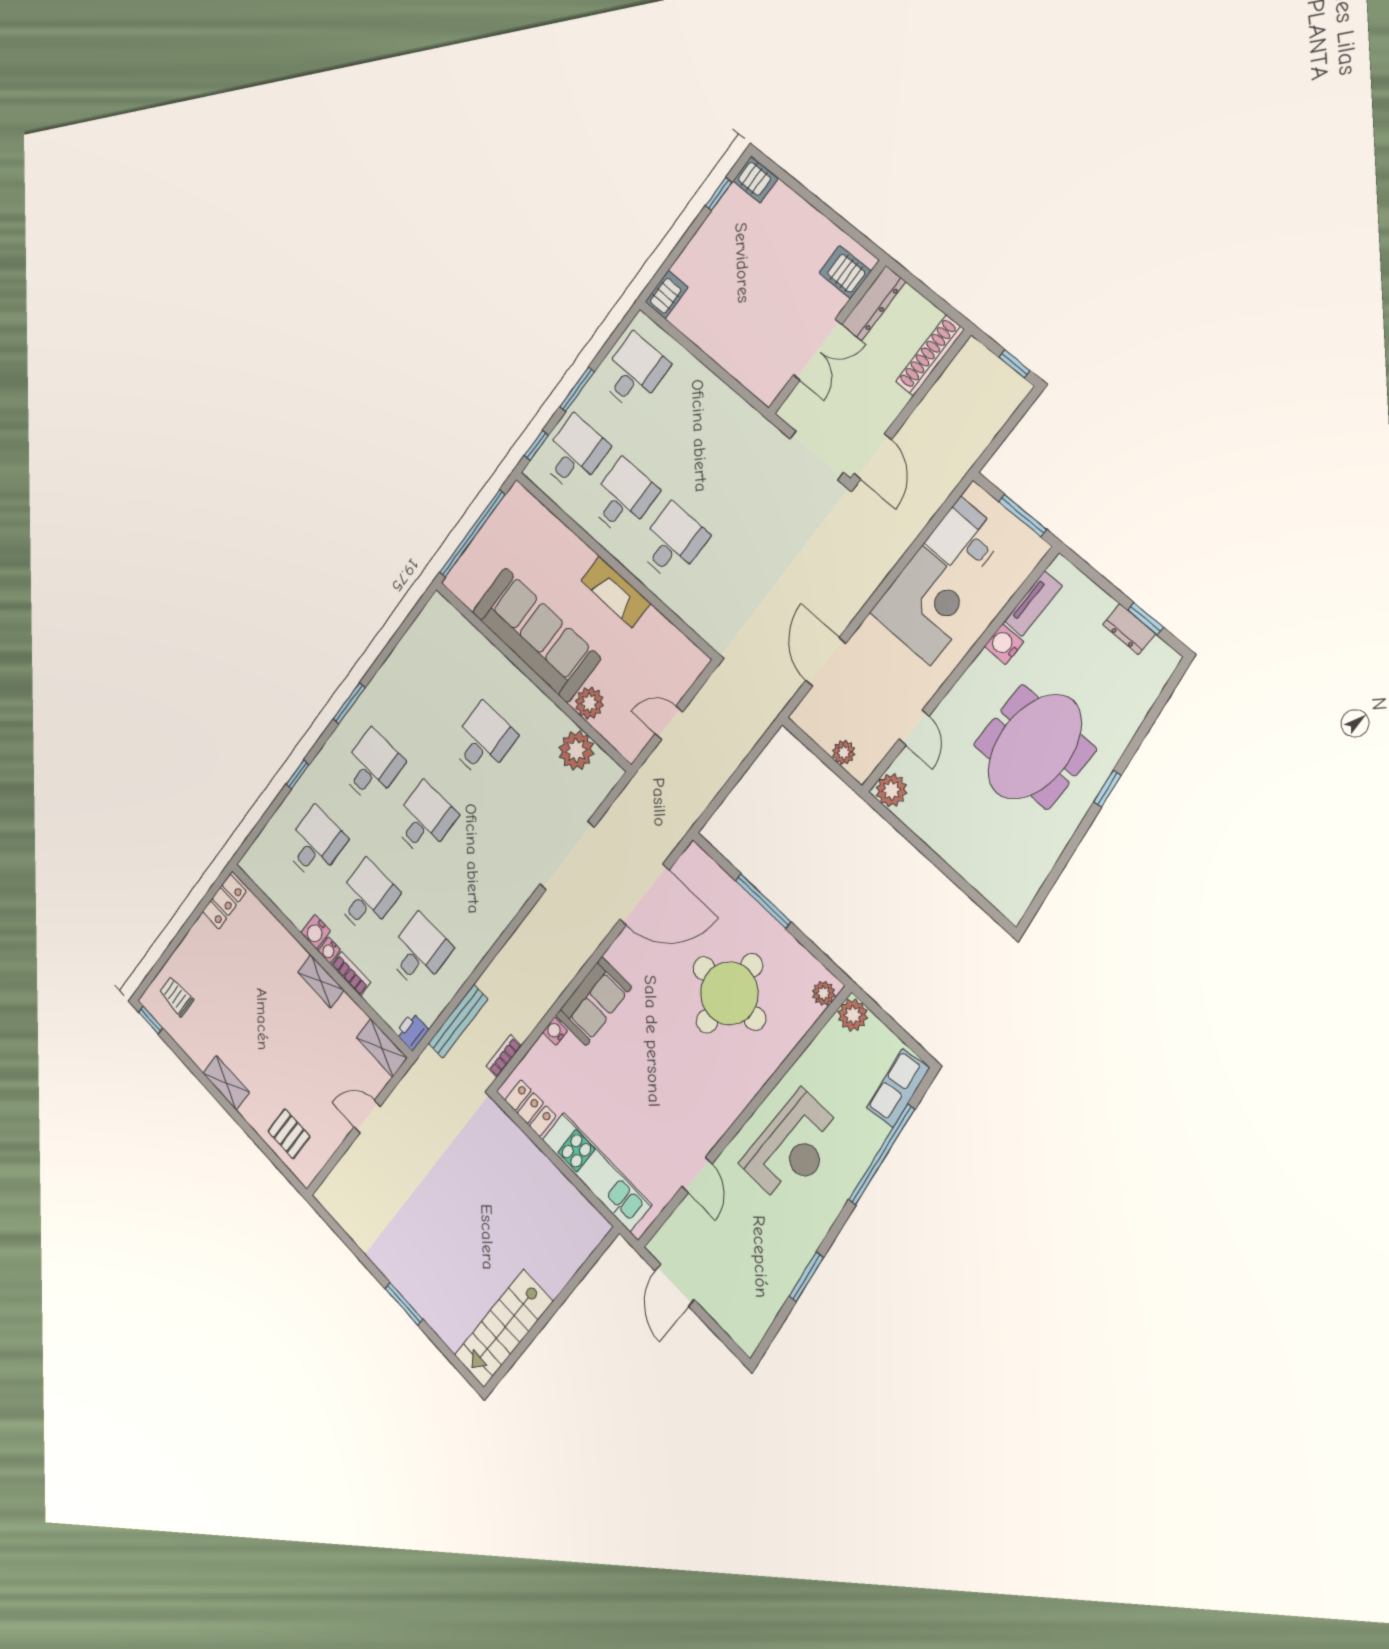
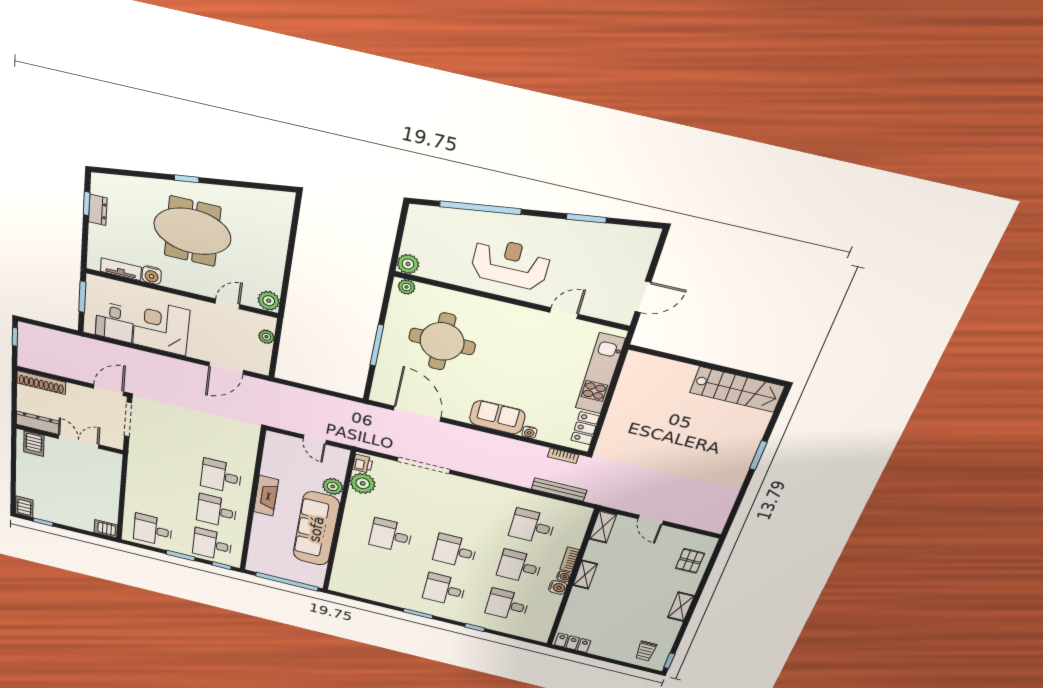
printer: (412, 1031) -> (363, 464), moved, turned -90
row of seats: (898, 1088) -> (434, 217), removed

